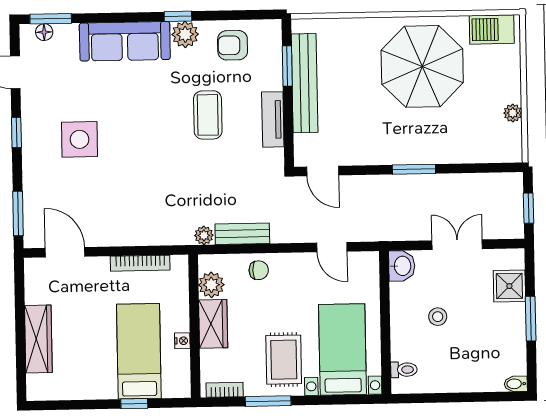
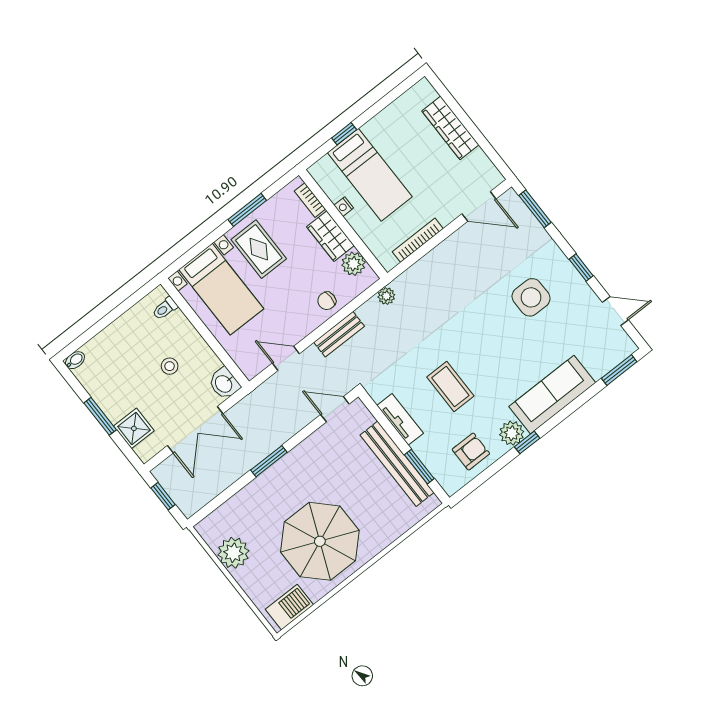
floor lamp: (44, 32) -> (617, 357), removed
plant: (513, 113) -> (233, 553), width x1.88, depth x1.88
bench: (242, 234) -> (339, 334), moved
double door: (457, 245) -> (195, 430), width x1.37
bookcase: (225, 390) -> (310, 200), moved, turned 90

